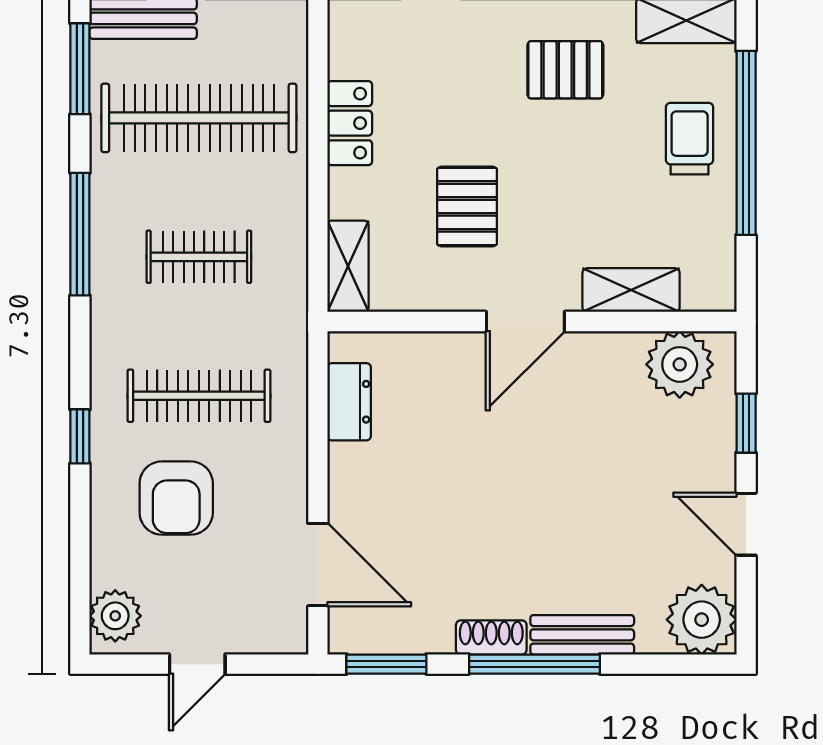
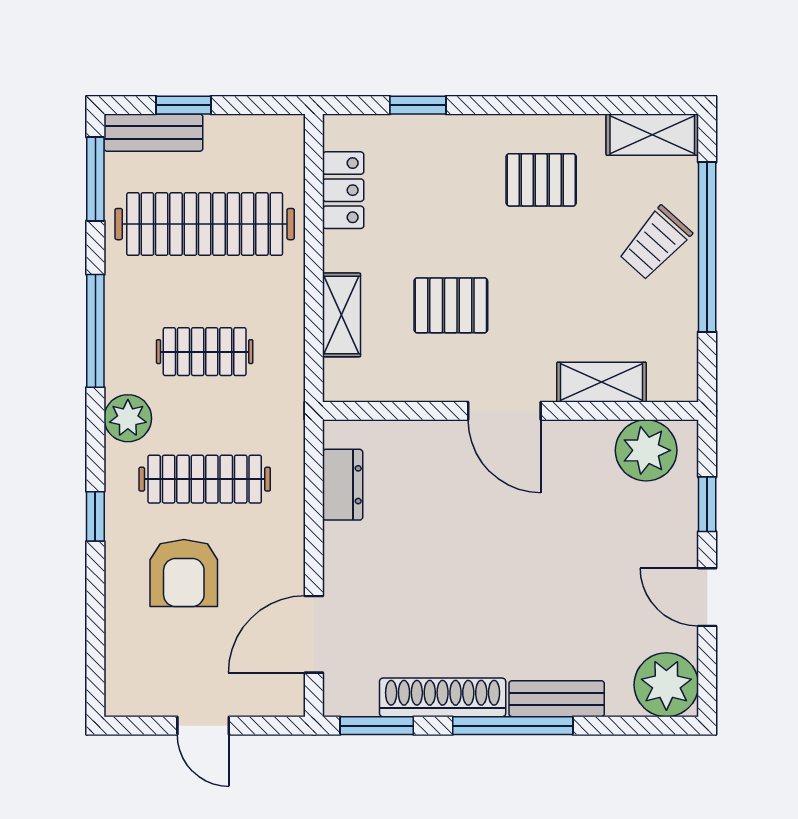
locker: (350, 123) -> (343, 190), moved
trolley: (690, 139) -> (655, 243), turned -138
pallet: (467, 206) -> (451, 305), turned 90
shelving: (348, 266) -> (342, 315), moved
door: (525, 322) -> (504, 411), hinge flipped
door: (318, 565) -> (314, 634), swing flipped
plant: (115, 616) -> (128, 418), moved
shoe rack: (491, 637) -> (443, 697), width x1.94, depth x1.24
door: (197, 664) -> (203, 726), hinge flipped

